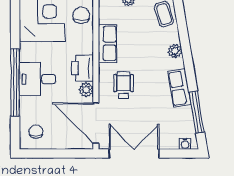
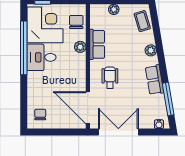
printer: (82, 68) -> (77, 64), removed
desk: (37, 79) -> (41, 57), moved
window: (15, 82) -> (24, 48), moved
plant: (86, 90) -> (80, 47), moved

